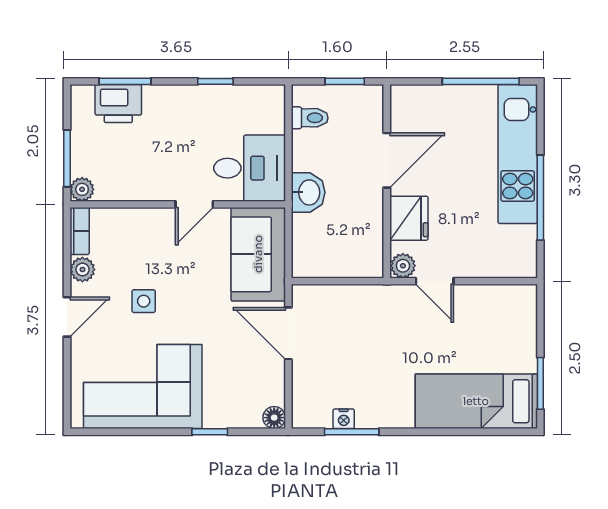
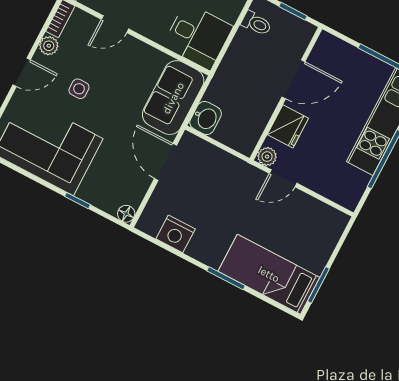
washbasin: (308, 192) -> (206, 118), moved
door: (194, 204) -> (115, 24), moved
door: (435, 281) -> (283, 178), hinge flipped
nightstand: (344, 419) -> (176, 234), width x1.89, depth x1.79
window: (352, 432) -> (226, 278), moved

